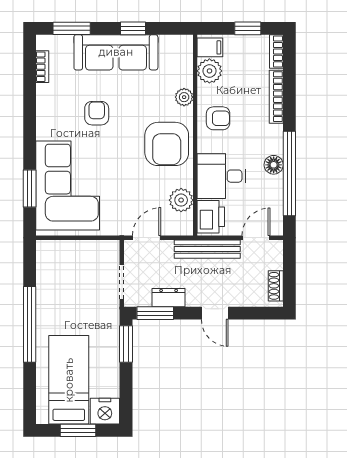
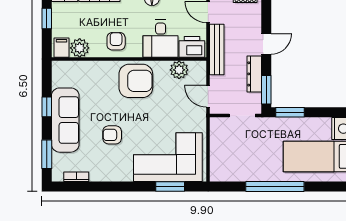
plant: (184, 97) -> (100, 68), removed
dresser: (169, 298) -> (254, 74), width x1.44

